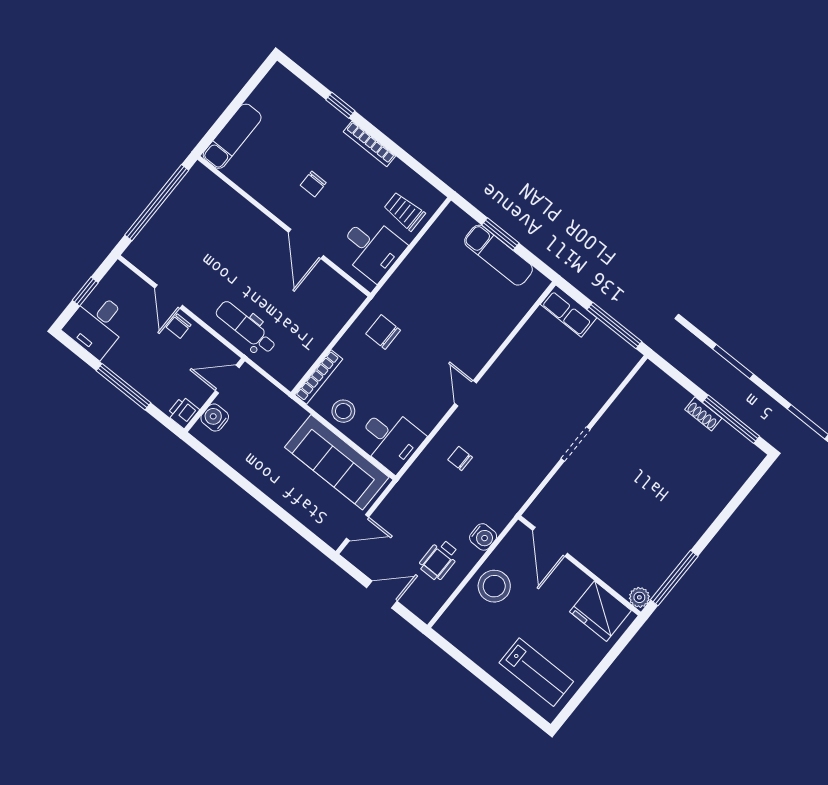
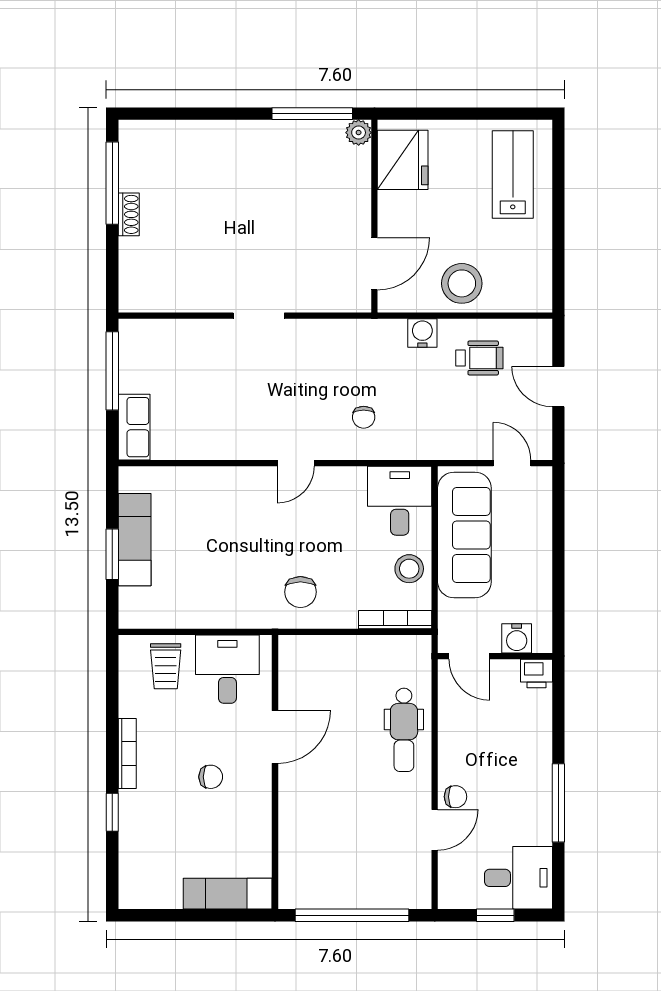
door: (227, 379) -> (469, 656), moved
wall: (214, 395) -> (495, 656), moved
printer: (183, 412) -> (536, 673), moved
water cooler: (215, 418) -> (517, 638), moved

